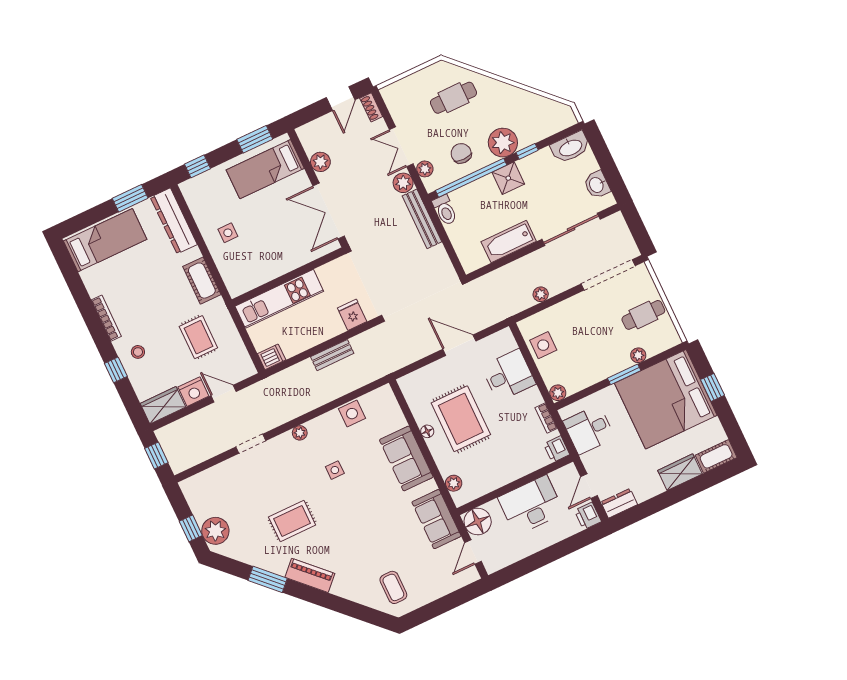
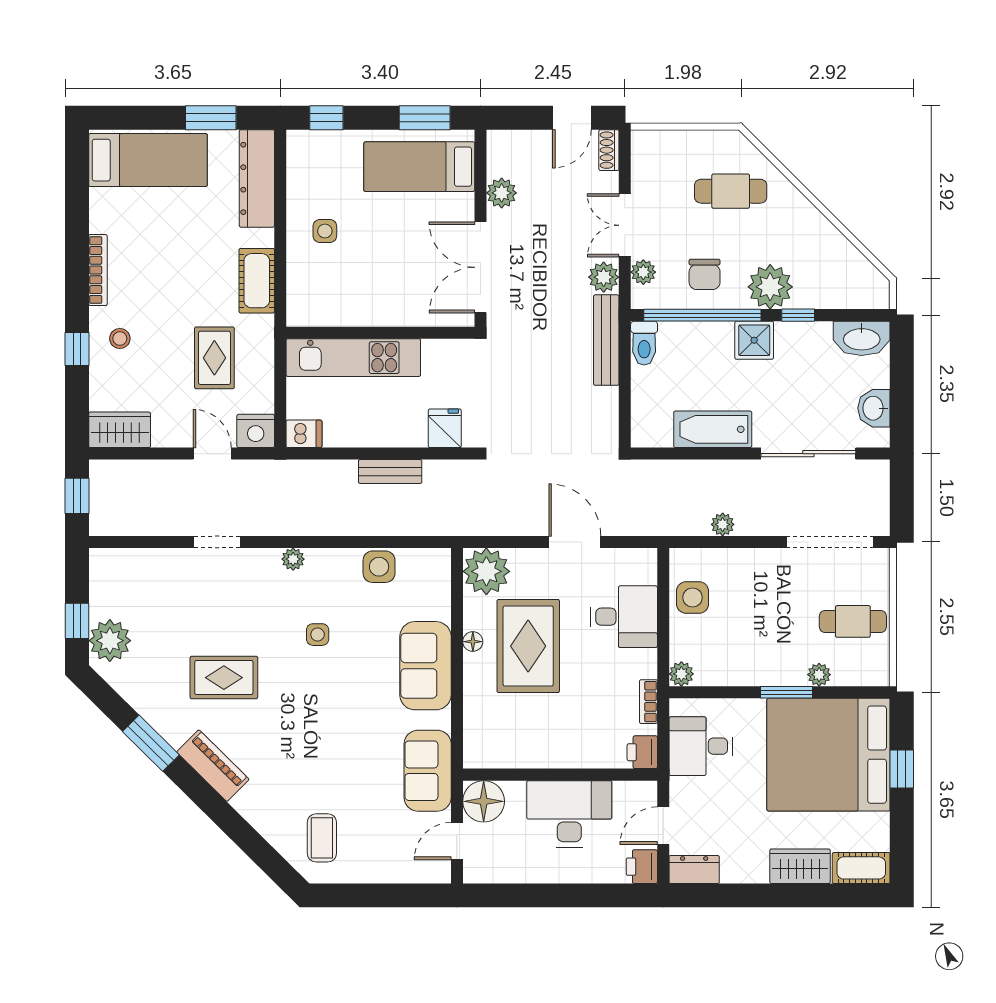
chair: (461, 153) -> (705, 274), turned 180
nightstand: (193, 392) -> (256, 431), moved
plant: (454, 483) -> (486, 571), moved, width x1.88, depth x1.88

